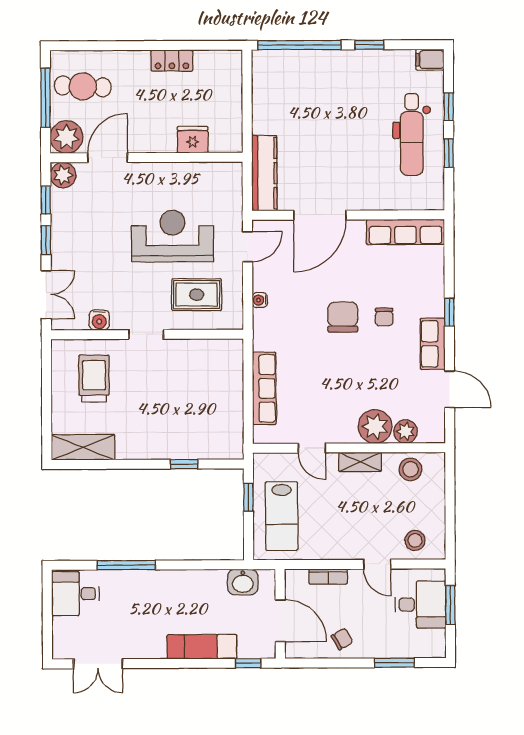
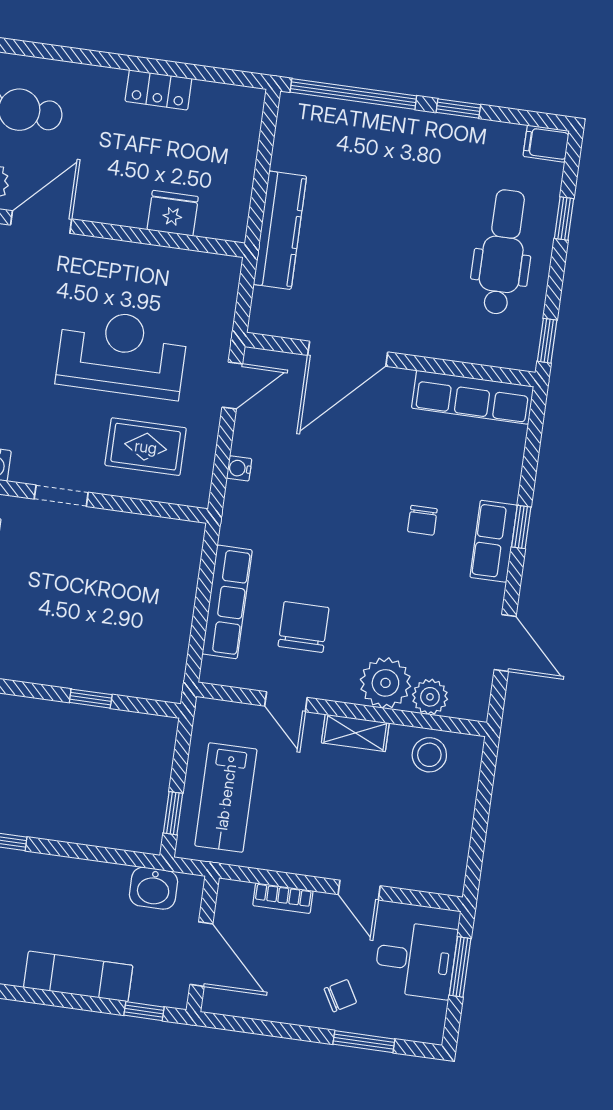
dental chair: (412, 134) -> (503, 252), turned 180
window: (449, 153) -> (547, 341), moved
kitchen counter: (264, 173) -> (280, 230), moved
chair: (343, 317) -> (303, 627), moved
row of seats: (433, 344) -> (494, 541), moved
window: (248, 497) -> (173, 813), moved
stool: (415, 540) -> (421, 862), removed
chair: (342, 639) -> (340, 996), moved

